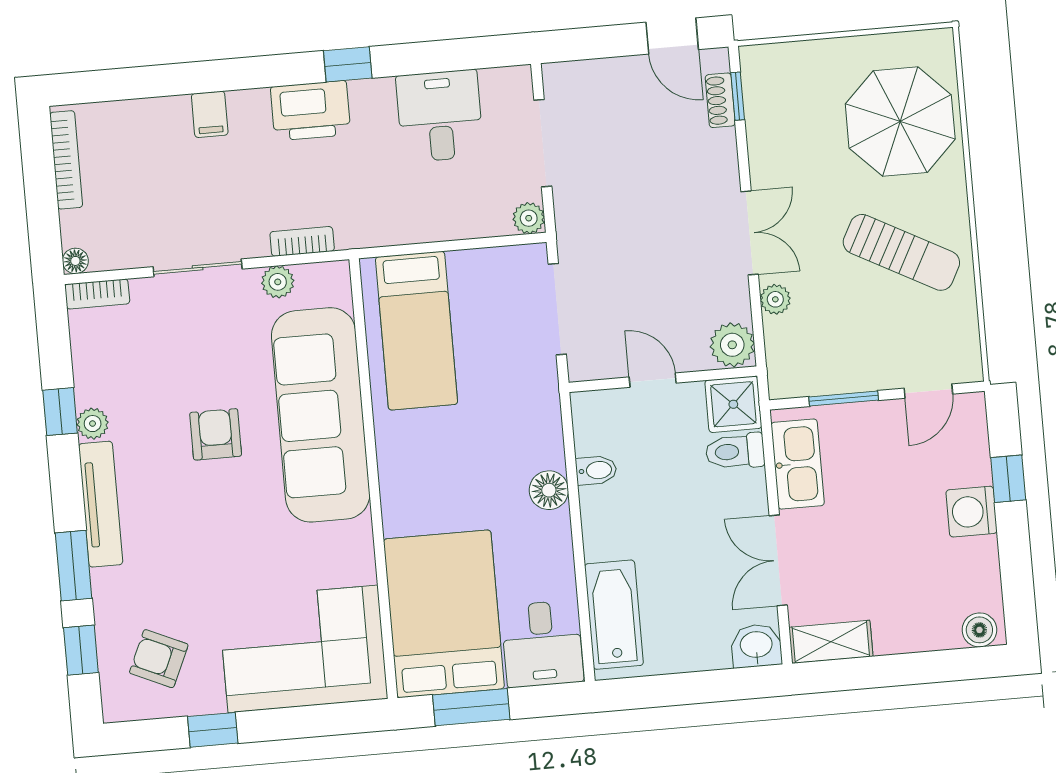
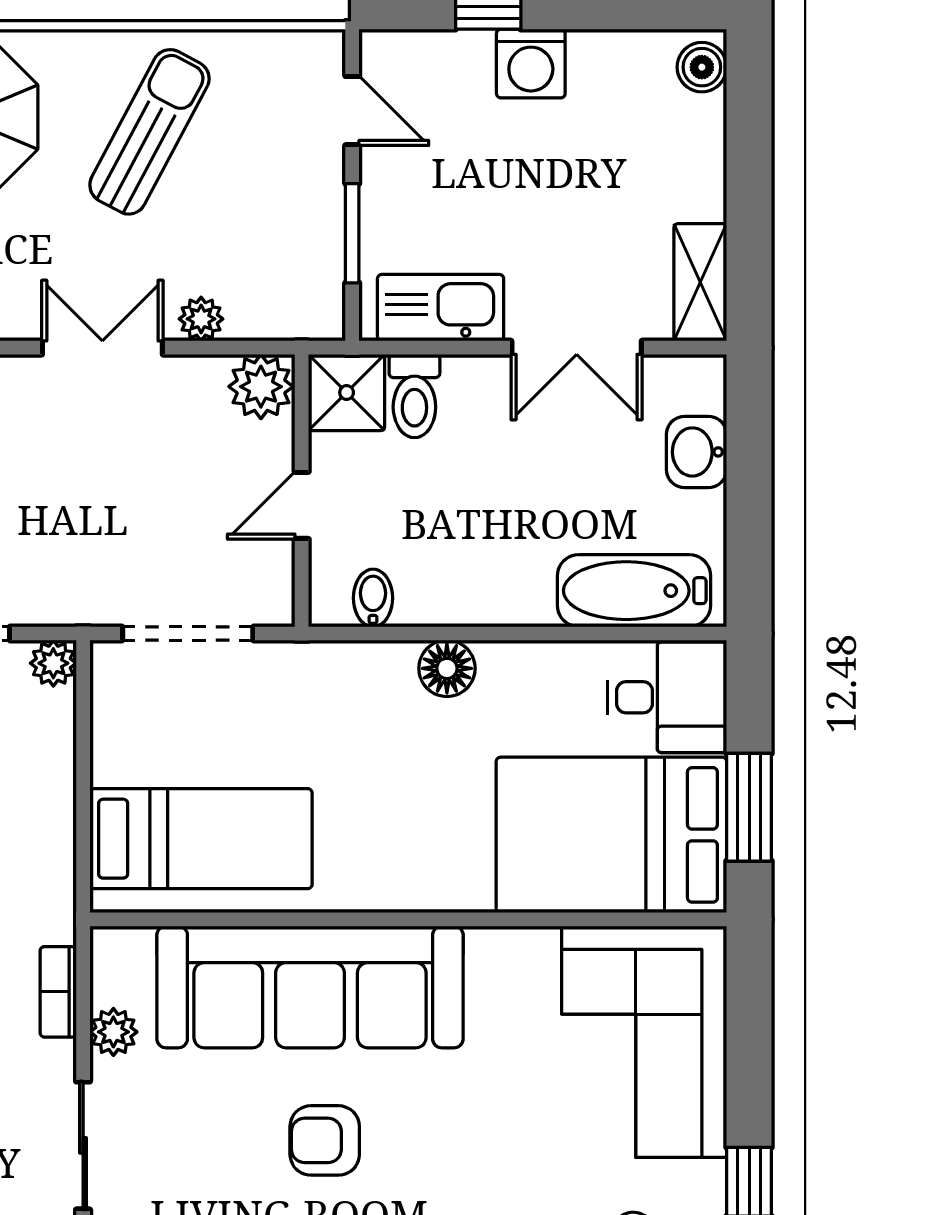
bidet: (596, 470) -> (373, 598), moved
washbasin: (756, 646) -> (697, 452), moved

